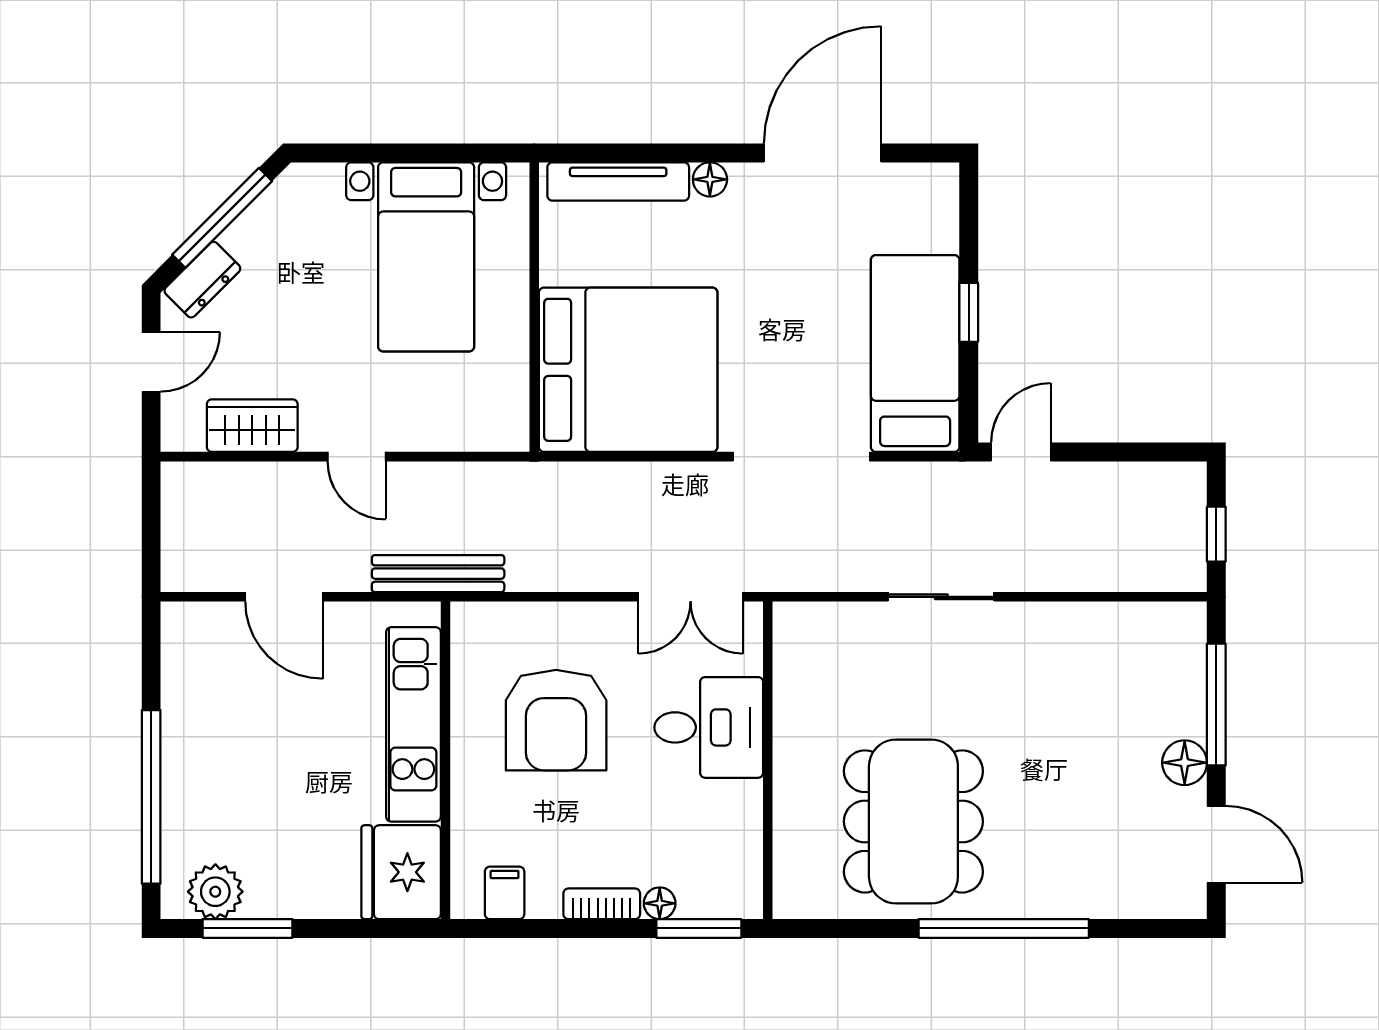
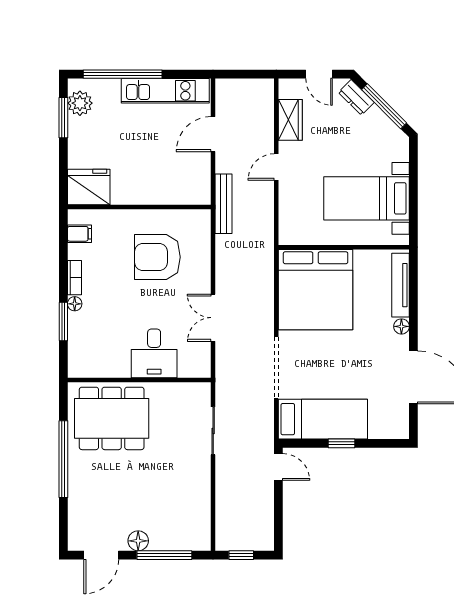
kitchen unit: (413, 724) -> (165, 91), moved, turned 180
desk: (709, 727) -> (154, 353), moved
wall: (768, 760) -> (139, 380), moved

